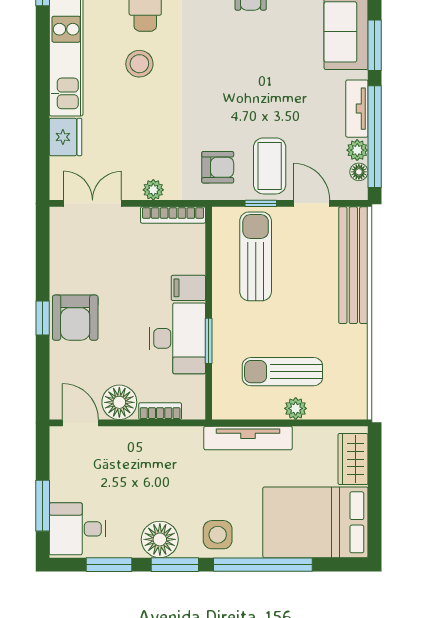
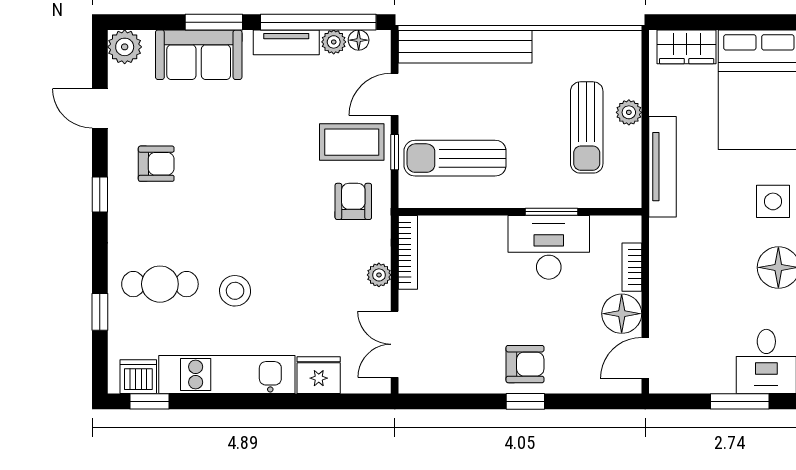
filing cabinet: (188, 288) -> (491, 235), removed
armchair: (75, 318) -> (525, 364), width x0.72, depth x0.72

